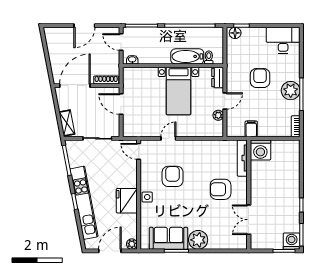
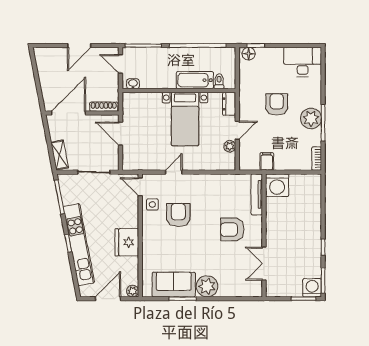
side table: (147, 197) -> (152, 204), moved

